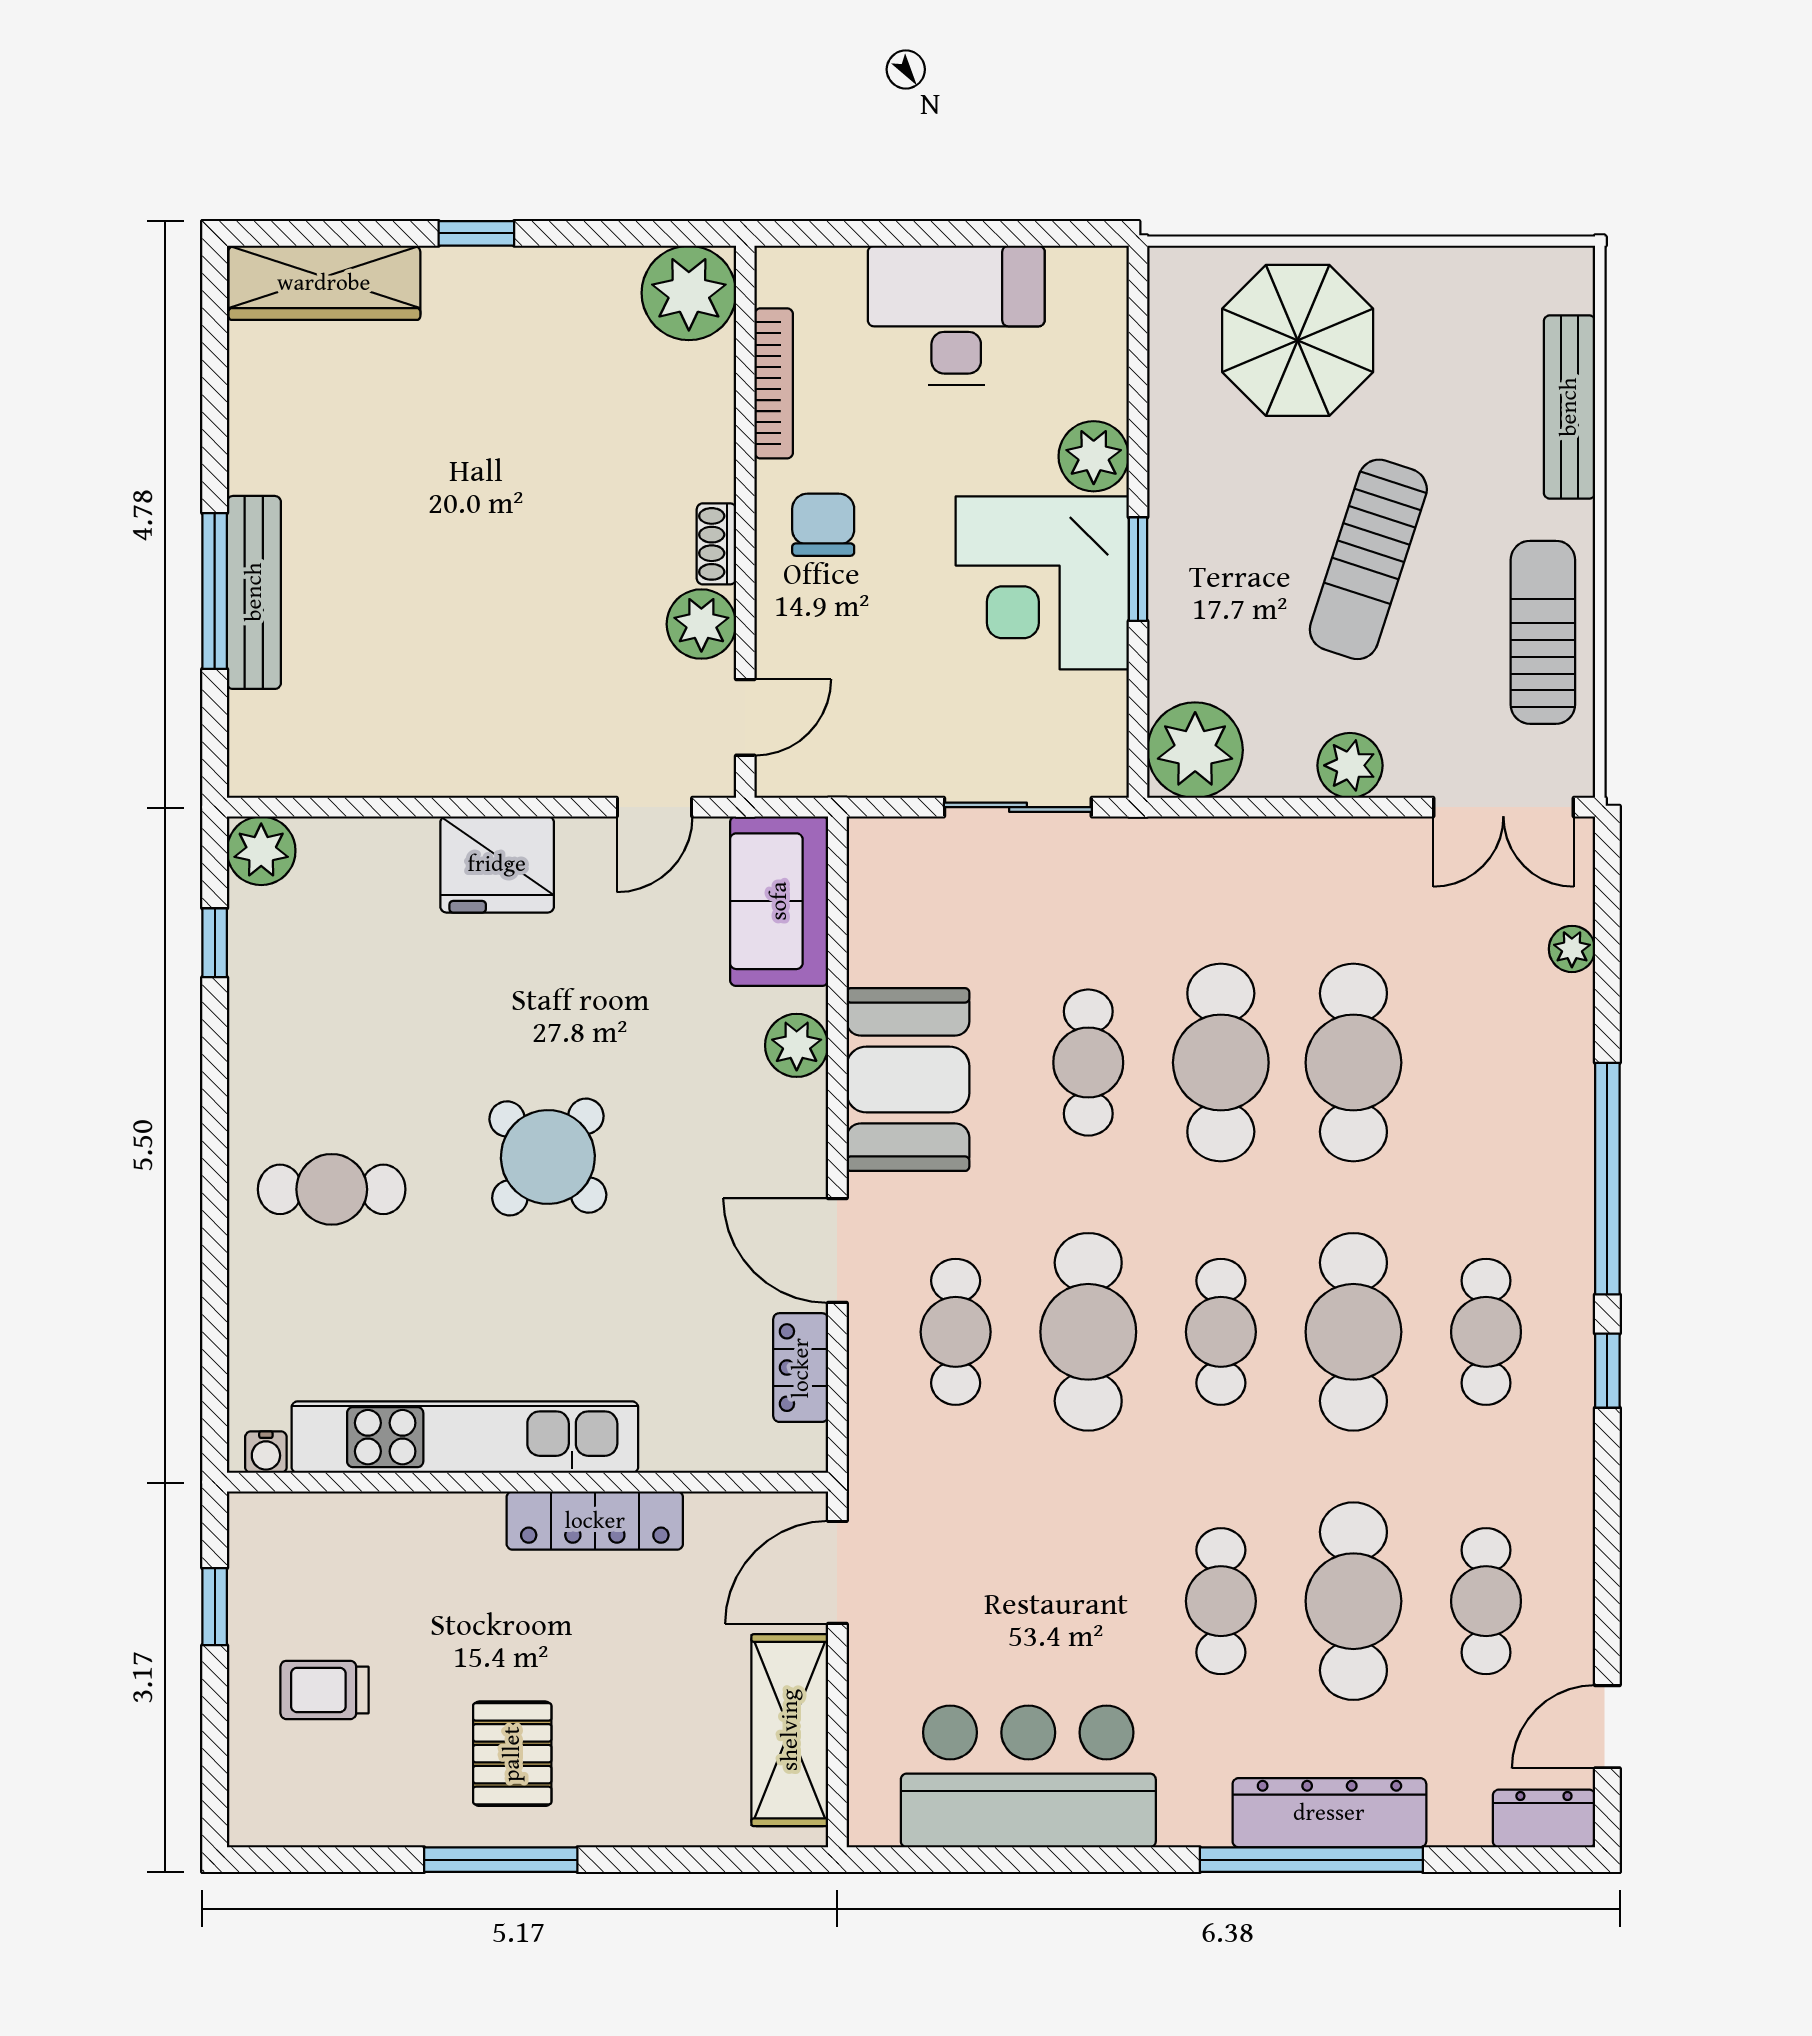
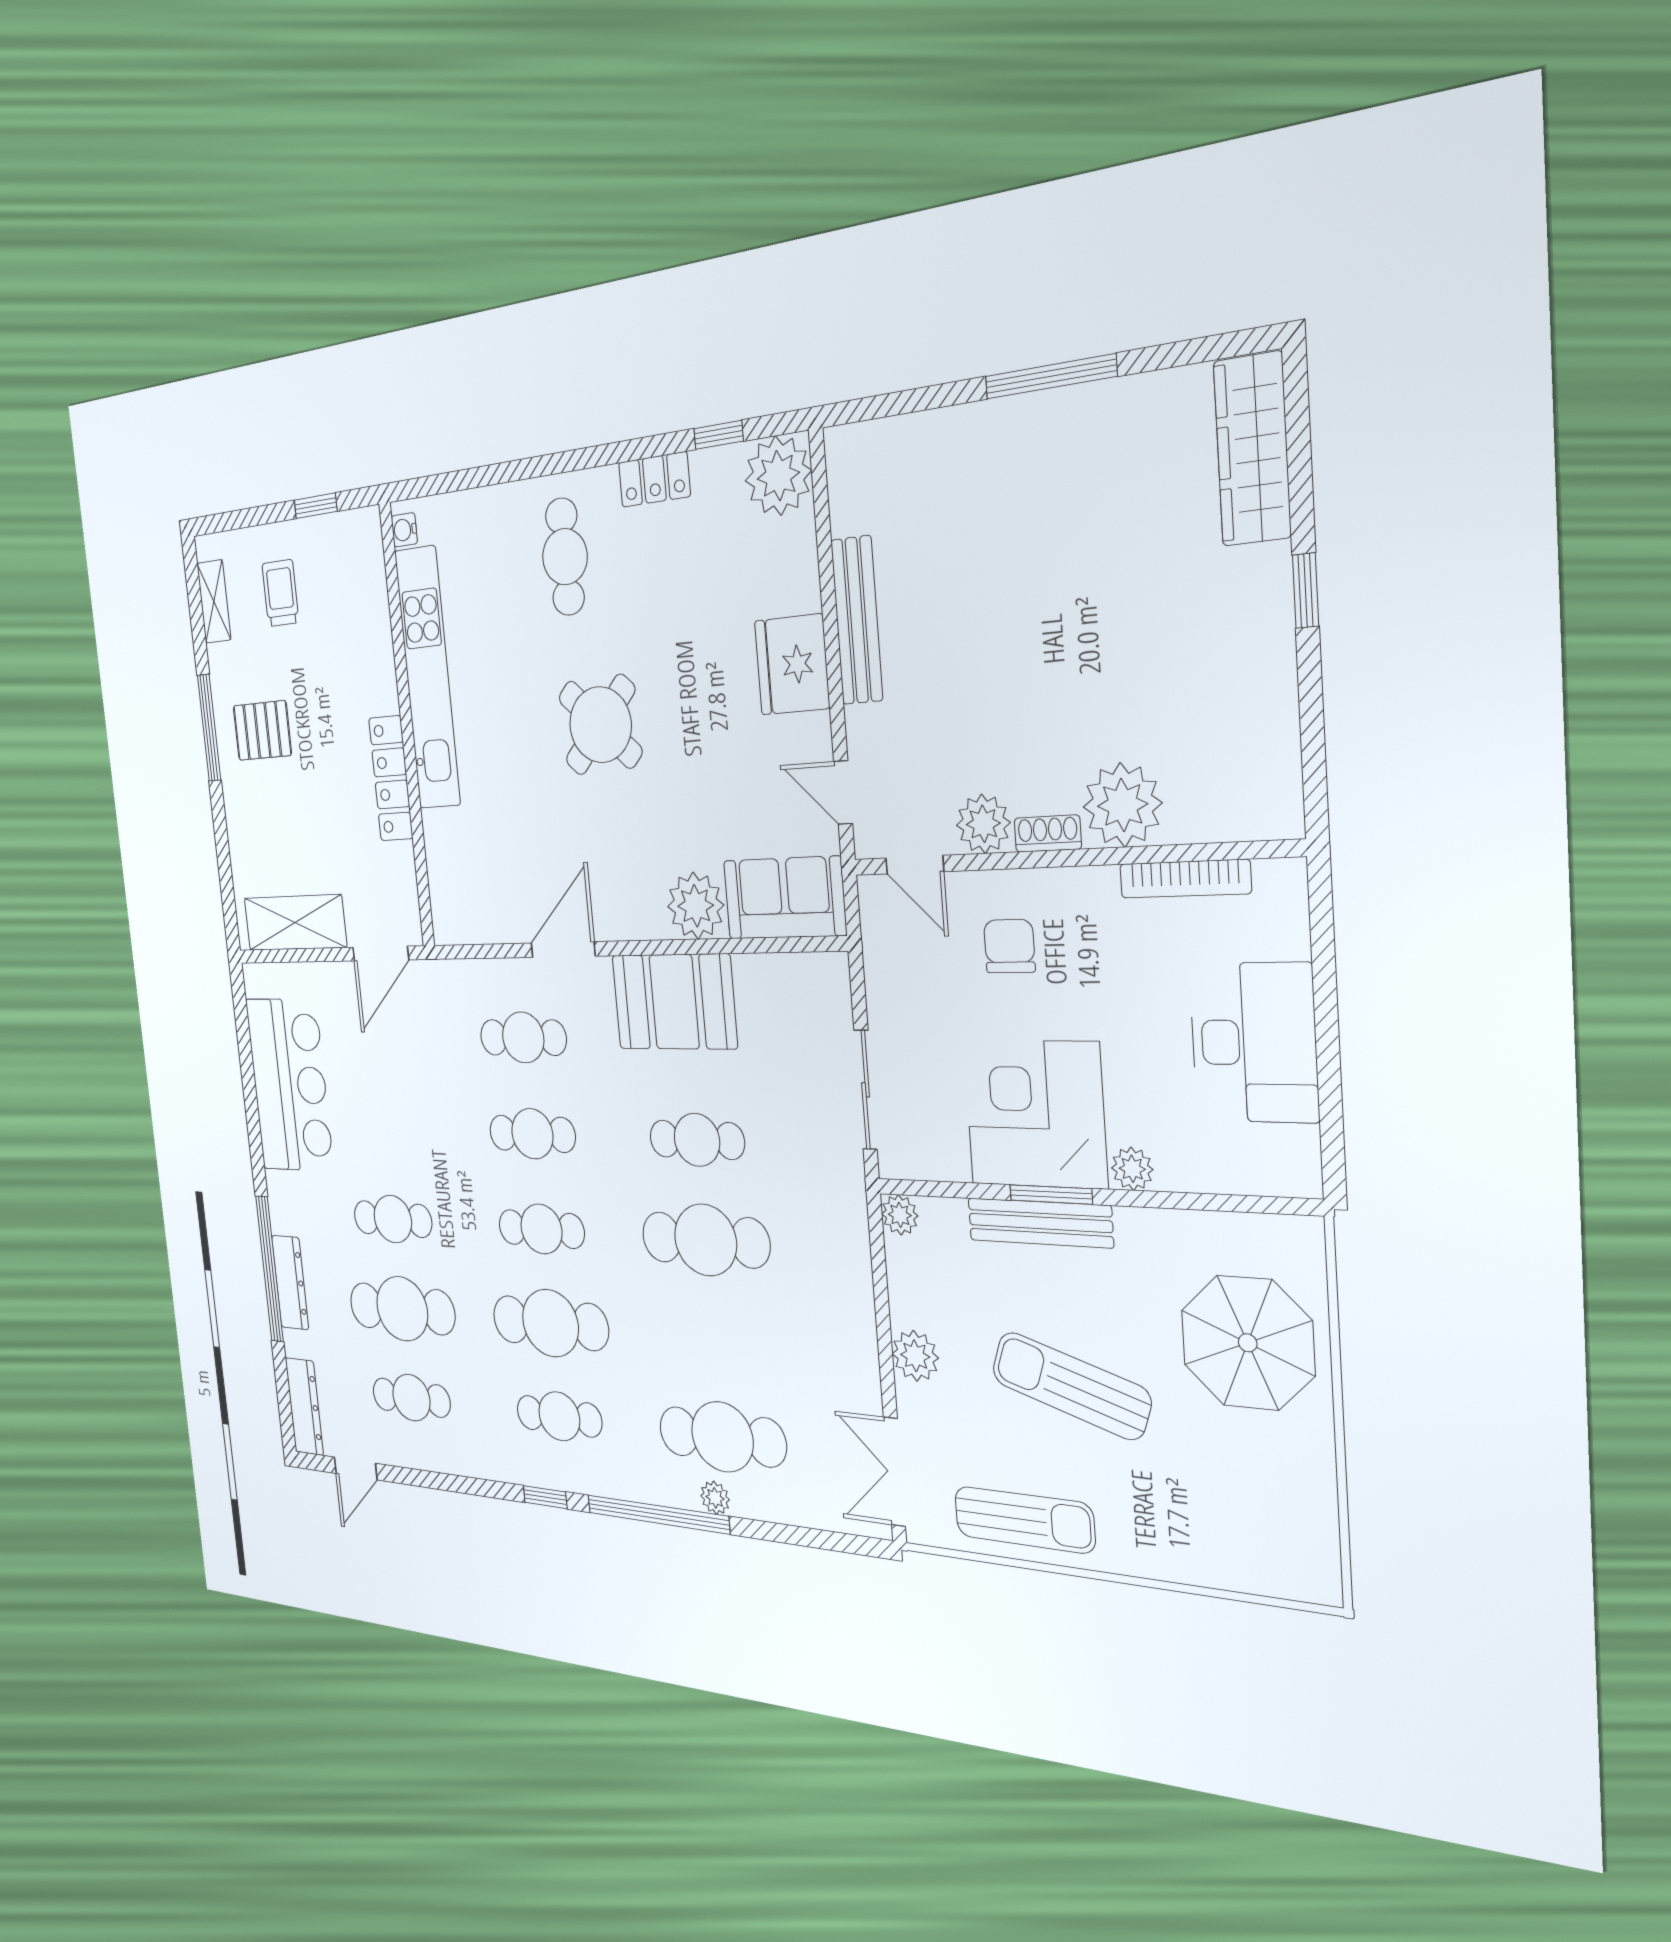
plant: (689, 293) -> (1123, 805), moved
bench: (1569, 407) -> (1040, 1223), moved
plant: (1094, 456) -> (1132, 1169), width x0.73, depth x0.73
chair: (823, 525) -> (1009, 946), moved, turned -90
window: (215, 591) -> (1051, 376), moved
bench: (254, 592) -> (857, 620), moved, turned 90
plant: (1195, 750) -> (900, 1215), width x0.53, depth x0.53
plant: (261, 851) -> (778, 476), width x1.36, depth x1.36
plant: (1572, 949) -> (715, 1498), moved
plant: (797, 1045) -> (696, 906), width x1.36, depth x1.36
cafe table: (1353, 1063) -> (722, 1437), moved
cafe table: (1088, 1332) -> (532, 1134), width x0.73, depth x0.74
locker: (801, 1368) -> (654, 479), moved, turned 180
door: (837, 1572) -> (381, 954), swing flipped
door: (1607, 1727) -> (356, 1468), swing flipped
dresser: (1329, 1813) -> (290, 1283), width x0.73, depth x0.80
dresser: (1544, 1818) -> (304, 1407), width x1.44
shelving: (323, 1822) -> (214, 601), added

